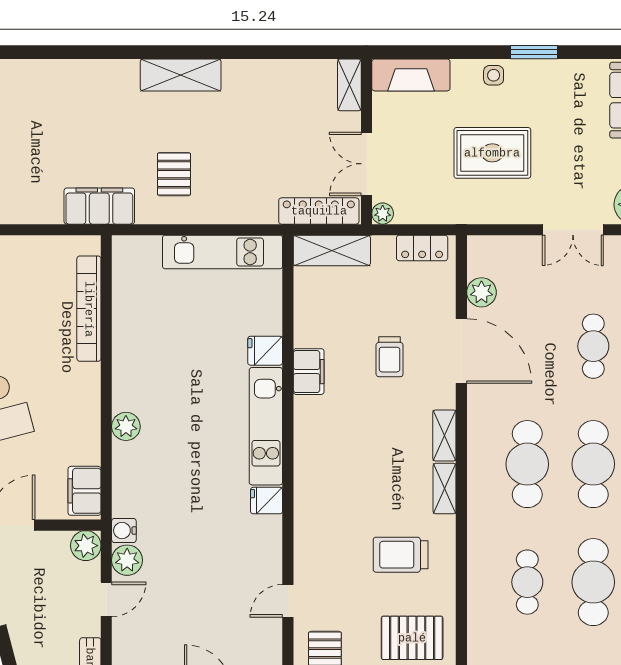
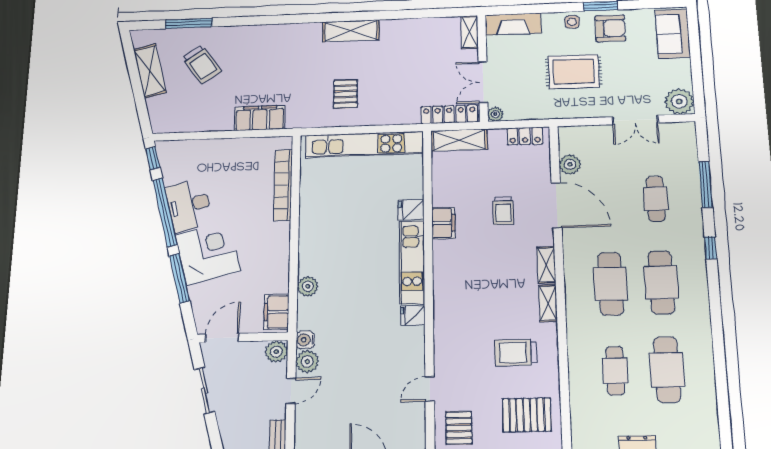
armchair: (546, 88) -> (610, 28), added
filing cabinet: (99, 206) -> (260, 118), moved
kitchen unit: (223, 252) -> (364, 144), width x1.36
plant: (126, 426) -> (308, 286), moved

